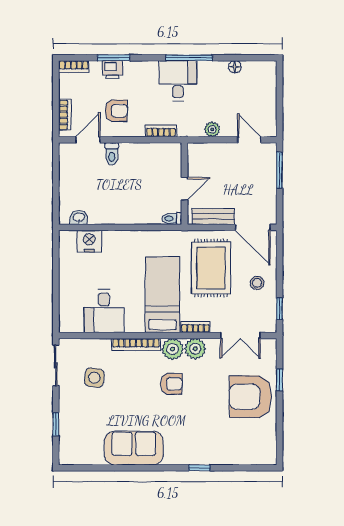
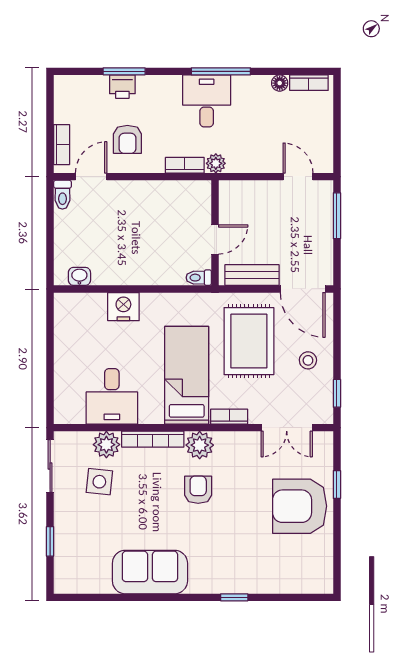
bookcase: (74, 67) -> (309, 83), moved
armchair: (116, 111) -> (127, 139), turned 90
plant: (212, 129) -> (216, 163), moved
toilet: (112, 154) -> (62, 195), moved
nightstand: (89, 241) -> (123, 307), moved
plant: (195, 349) -> (106, 445), moved
armchair: (171, 384) -> (198, 490), turned -90

